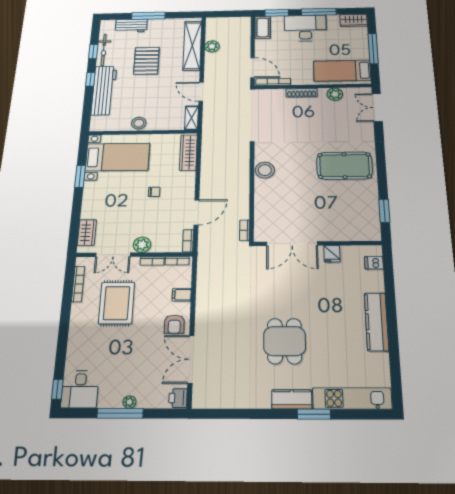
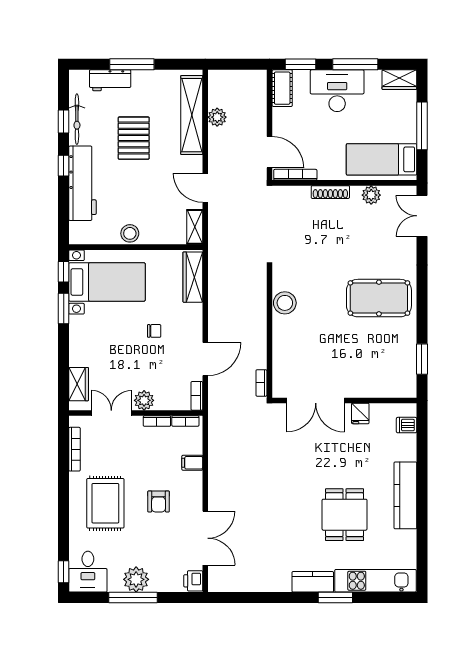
window: (83, 150) -> (64, 272), added
double door: (113, 255) -> (111, 413), swing flipped
rug: (117, 303) -> (105, 503), moved
armchair: (174, 324) -> (159, 501), moved
dining table: (285, 341) -> (345, 515), moved
double door: (191, 359) -> (205, 538), swing flipped
plant: (129, 402) -> (136, 579), width x1.87, depth x1.87

